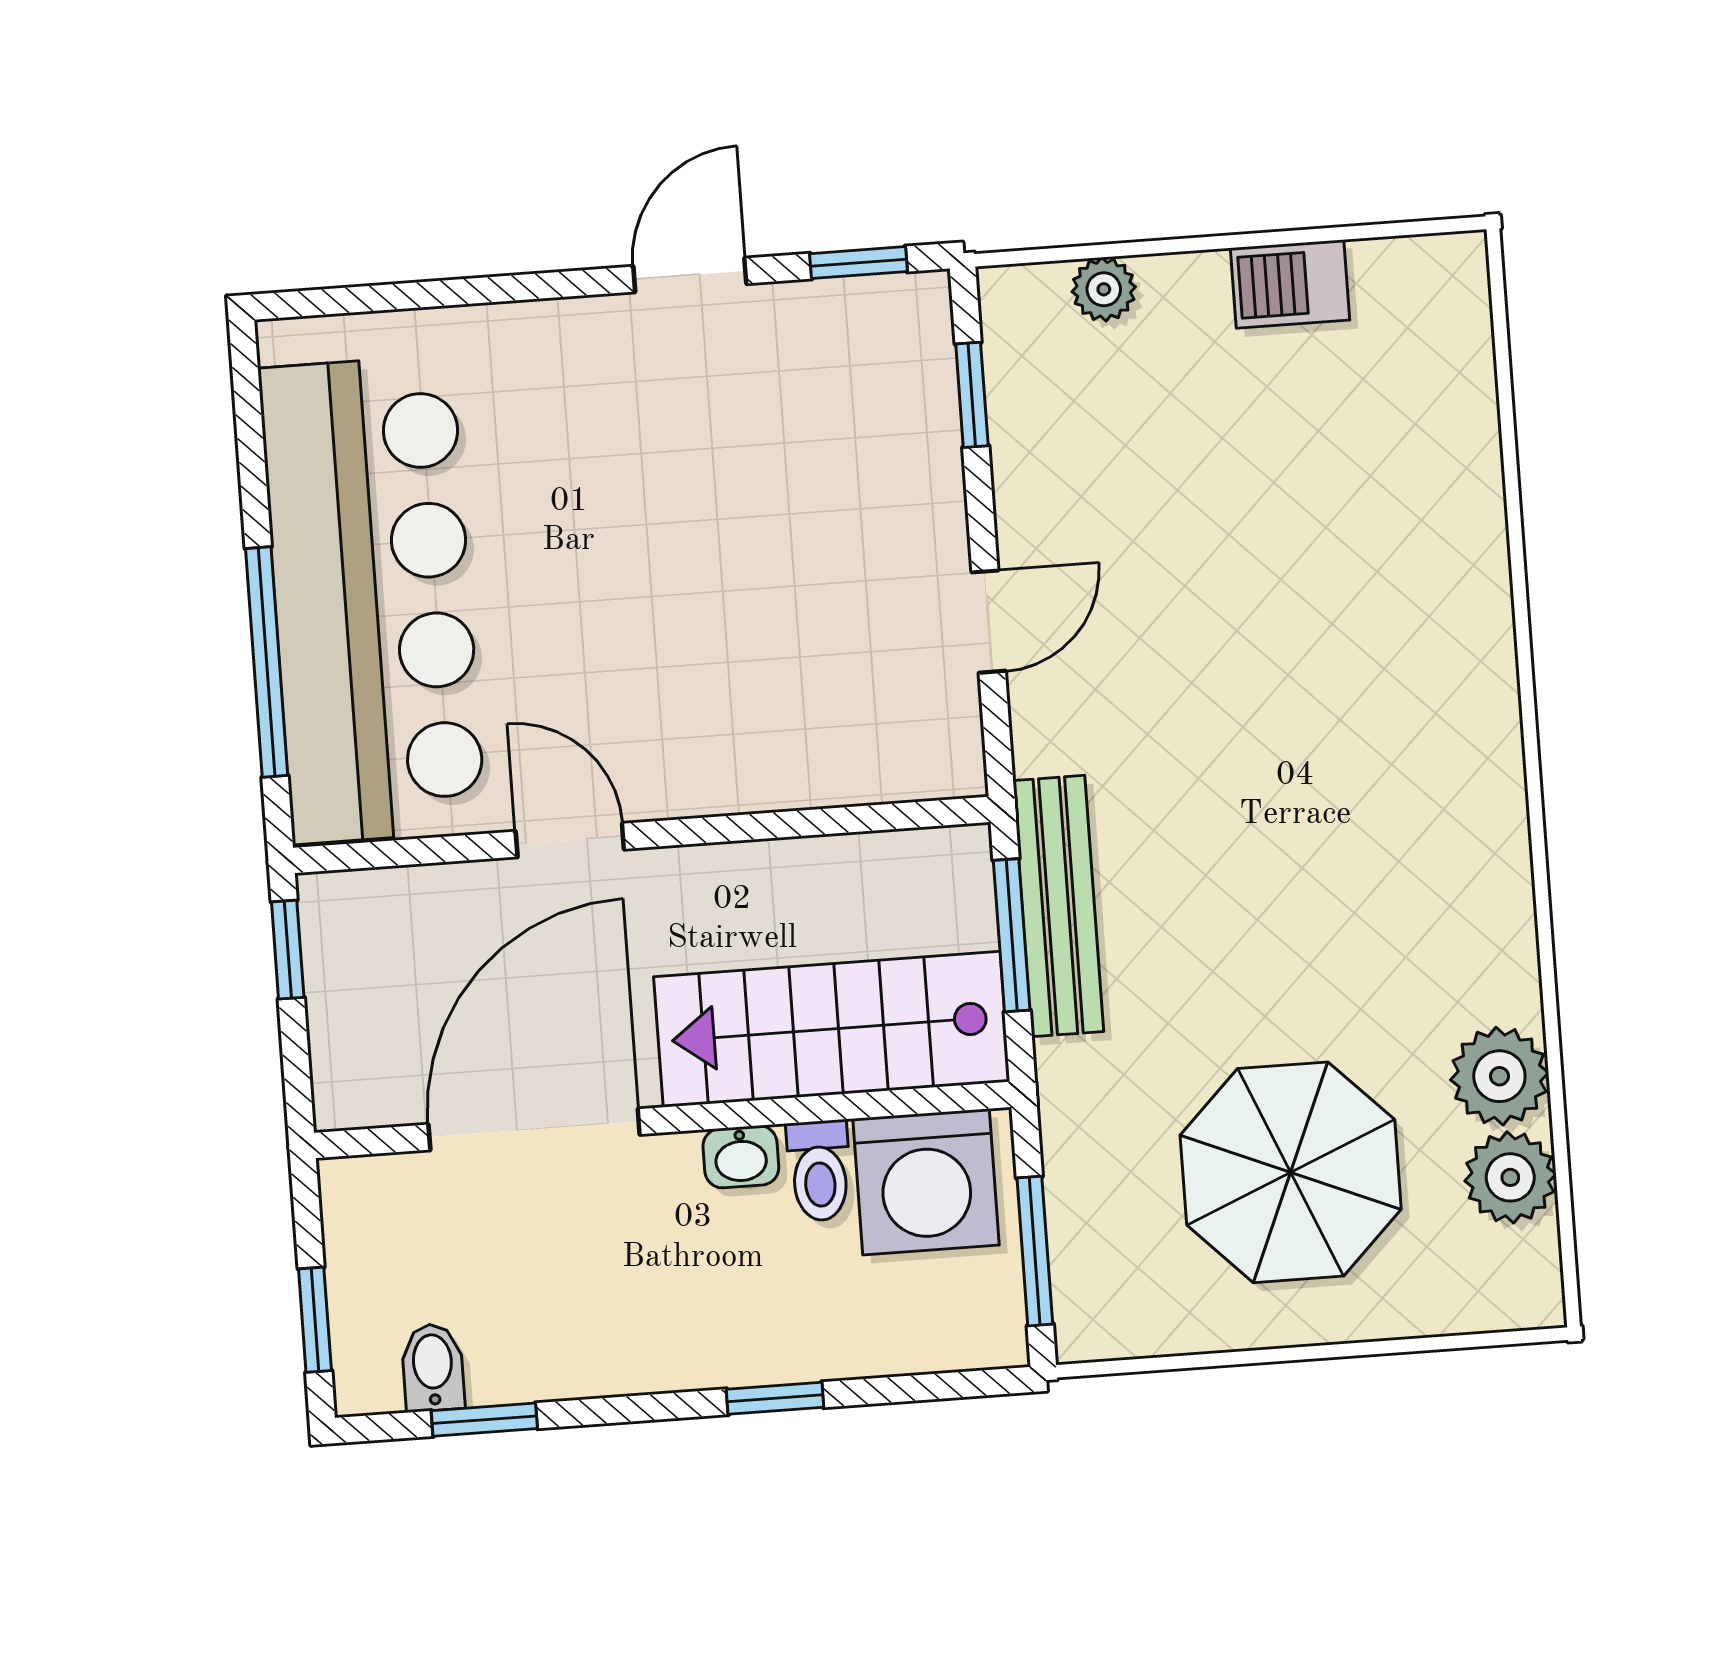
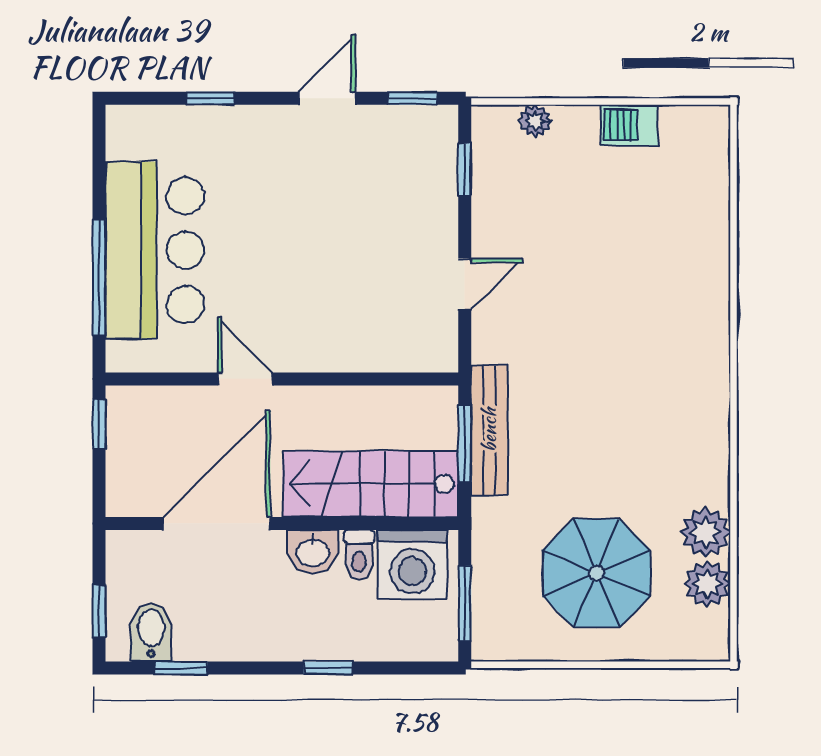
window: (460, 292) -> (210, 98), added
bar counter: (372, 599) -> (155, 250), width x0.73
washbasin: (741, 1157) -> (313, 552), width x1.38, depth x1.45
bidet: (433, 1367) -> (151, 632), width x1.38, depth x1.36

